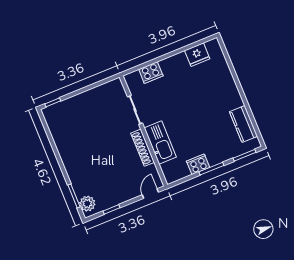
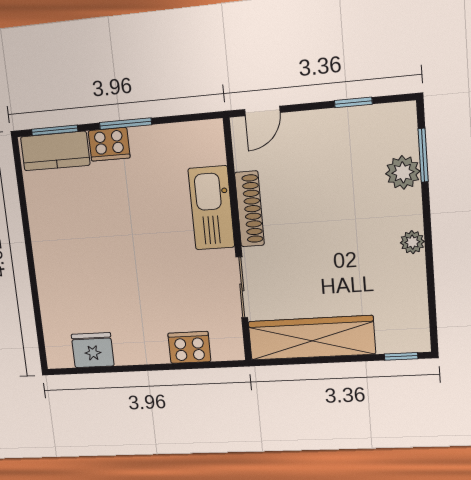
wardrobe: (96, 97) -> (311, 338), added
kitchen counter: (243, 124) -> (55, 151), moved, turned 90
plant: (65, 156) -> (412, 242), added
cooker: (198, 164) -> (109, 144), moved
plant: (87, 204) -> (403, 172), moved

